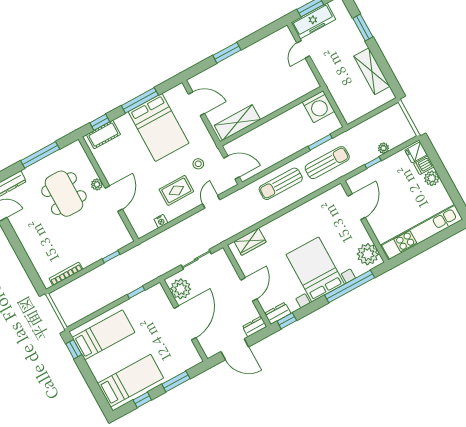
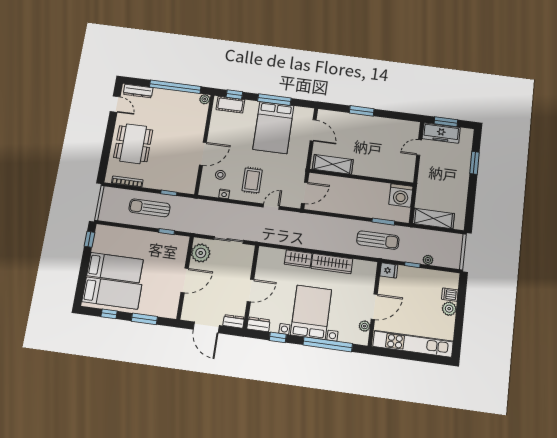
shelving: (372, 71) -> (434, 218), moved, turned 90
fridge: (416, 152) -> (389, 270), moved, turned 180
window: (40, 155) -> (175, 87), width x1.46
stool: (198, 164) -> (220, 175), moved
door: (231, 167) -> (304, 193), hinge flipped
plant: (97, 184) -> (205, 99), moved
sun lounger: (281, 184) -> (149, 208), moved
rug: (176, 190) -> (252, 180), turned 90
dining table: (64, 194) -> (133, 144), moved
door: (357, 207) -> (374, 307), moved
wardrobe: (302, 213) -> (332, 264), added
wardrobe: (250, 242) -> (298, 259), moved
plant: (368, 254) -> (364, 326), width x0.53, depth x0.53
window: (287, 321) -> (278, 337), moved
door: (185, 323) -> (185, 280), width x0.73
bed: (104, 335) -> (115, 268), moved

